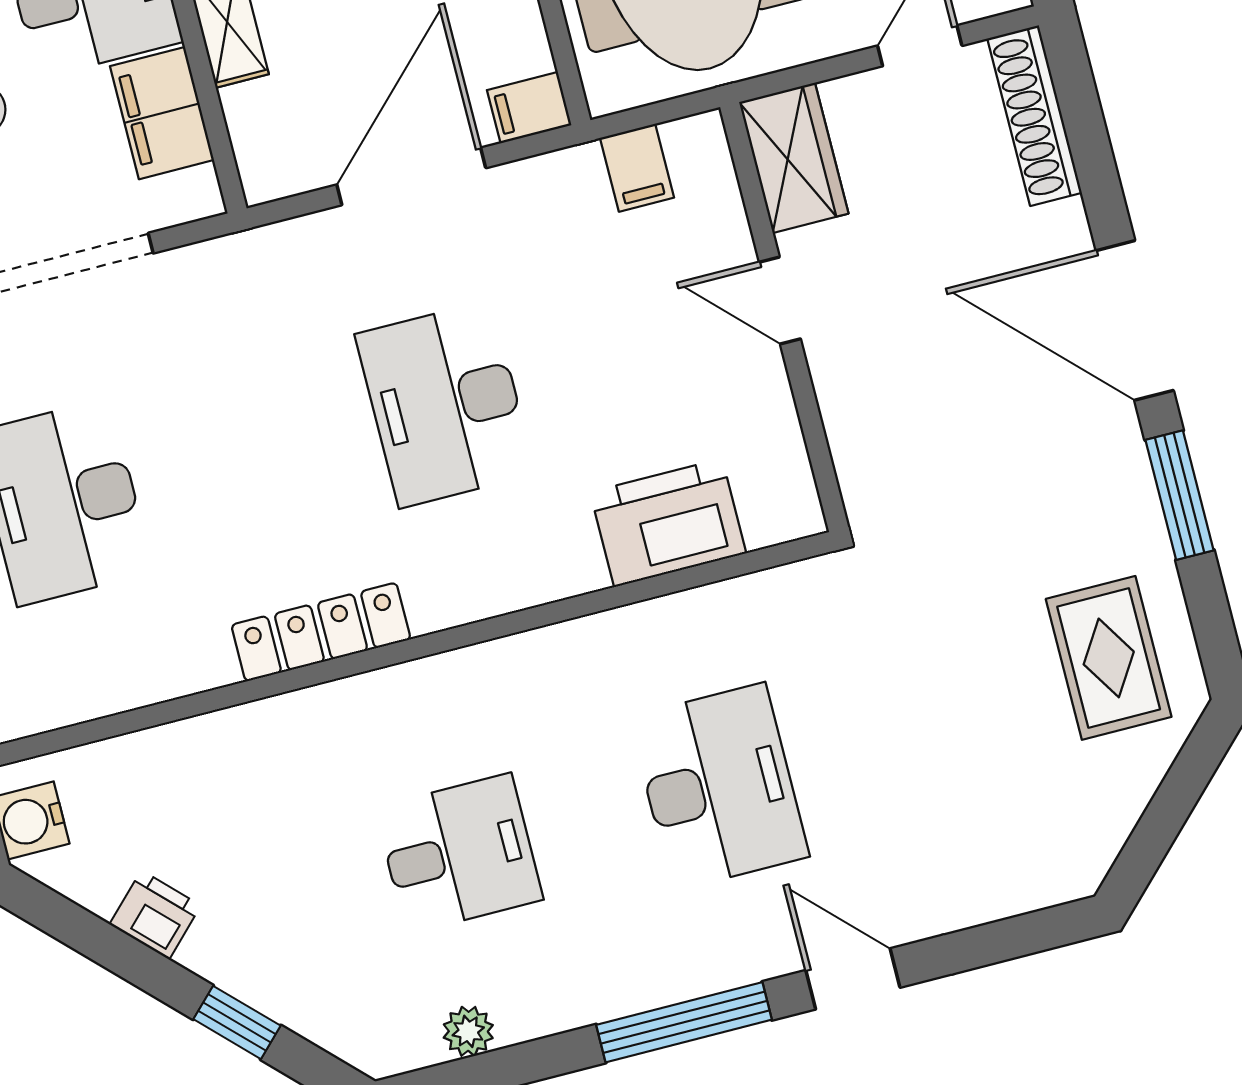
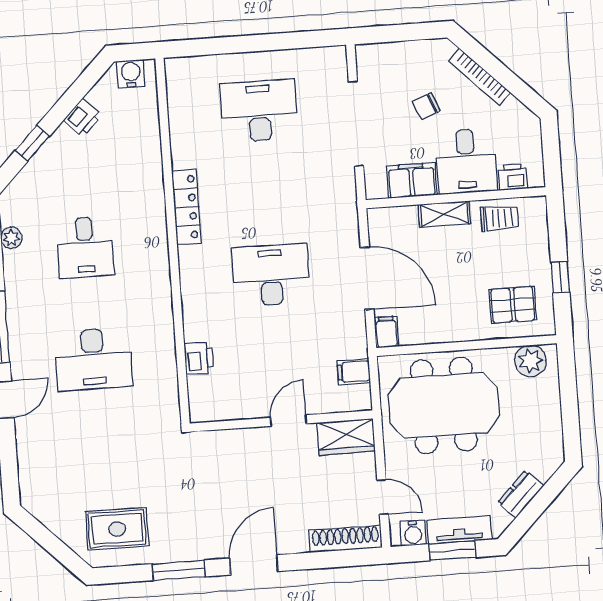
door: (1135, 320) -> (254, 565), width x0.73
printer: (668, 523) -> (199, 358), width x0.53, depth x0.68

